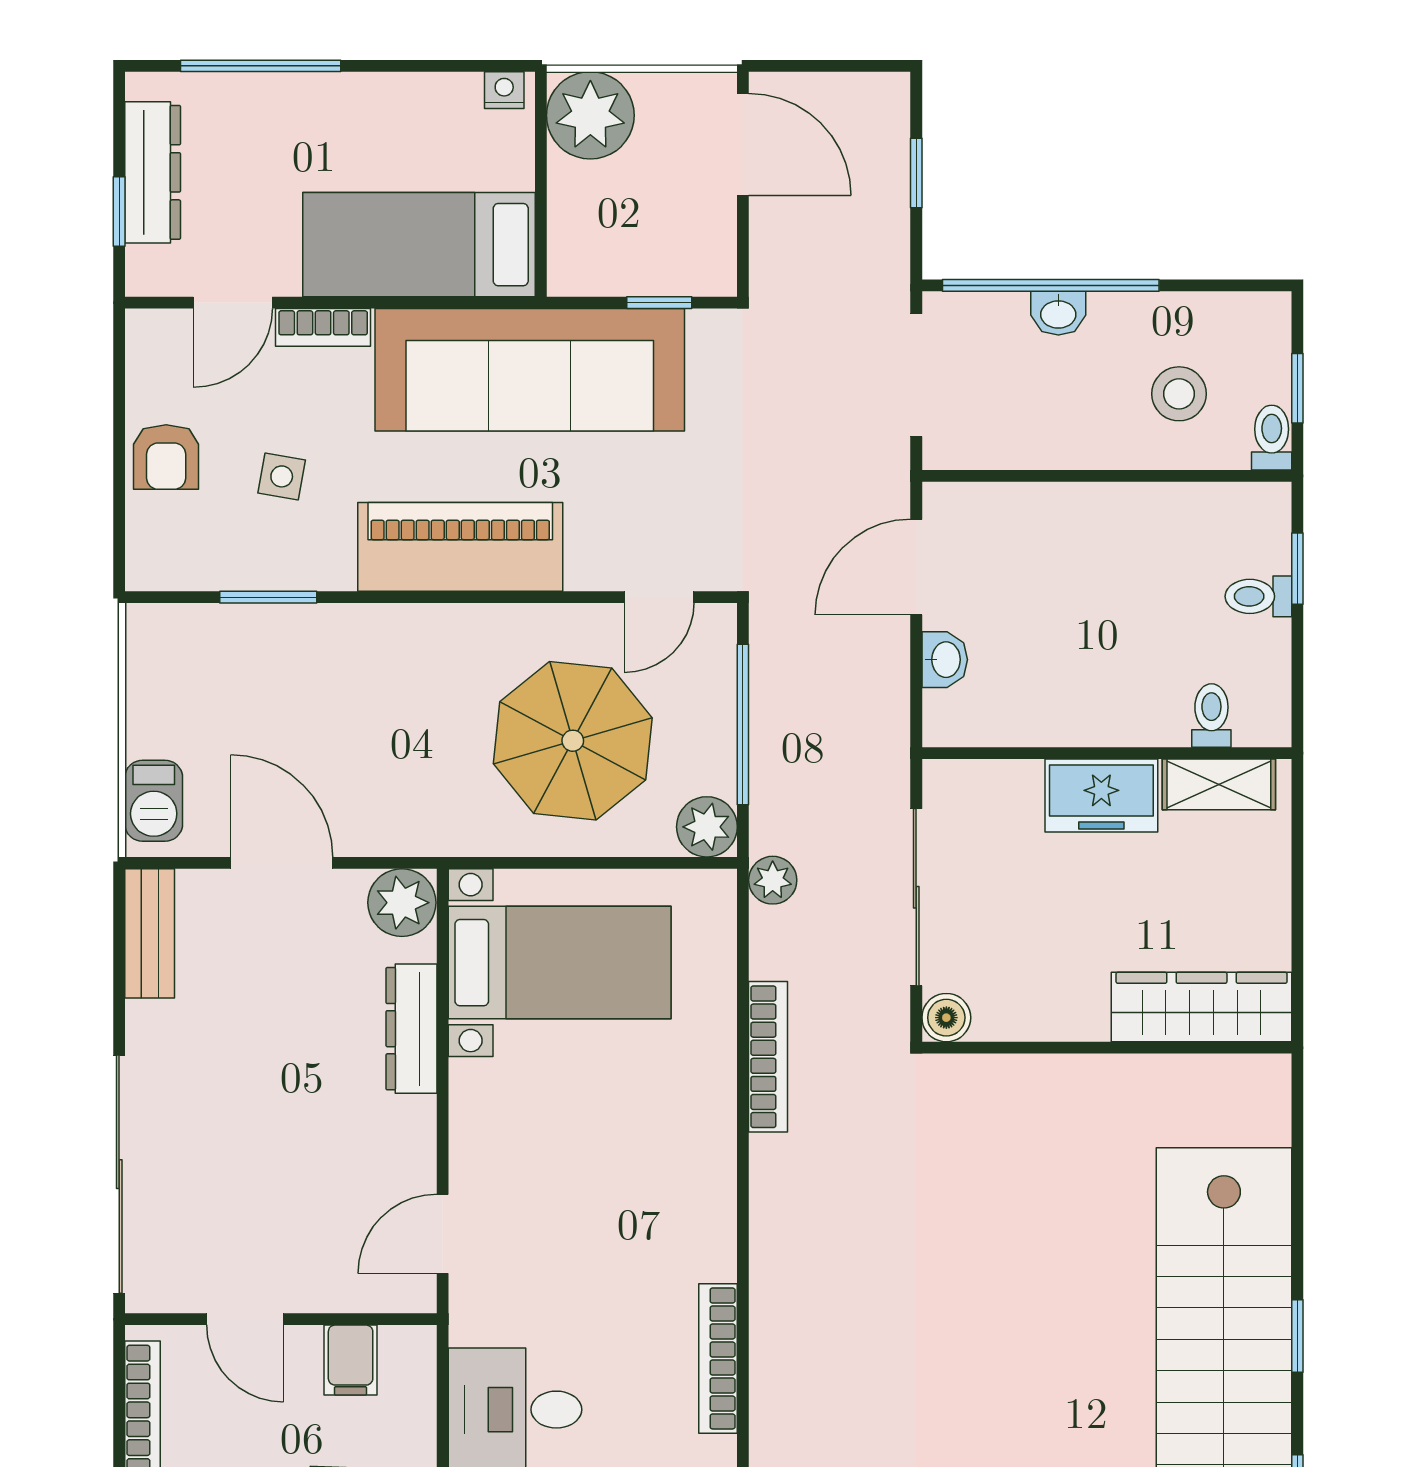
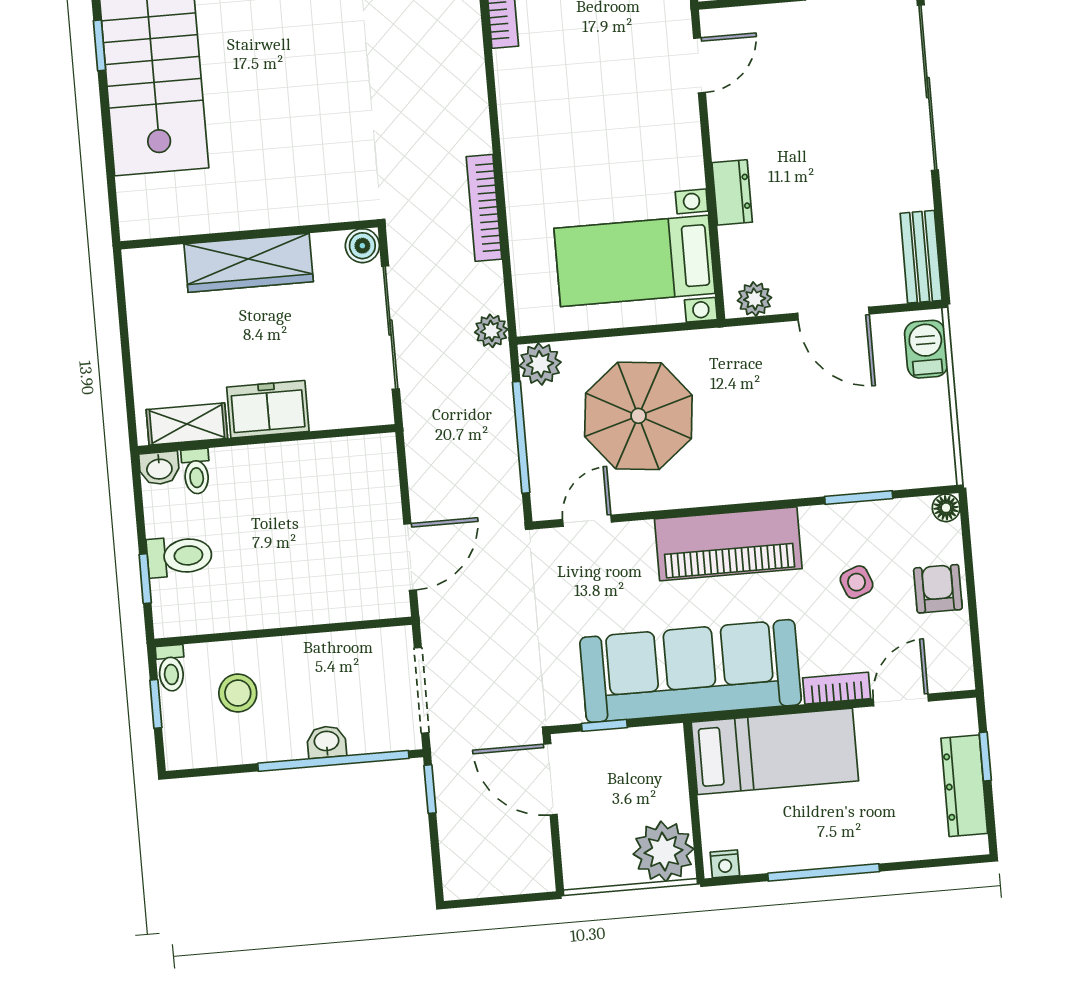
window: (261, 66) -> (824, 872), moved
door: (743, 144) -> (550, 779), moved
window: (916, 173) -> (430, 789), moved
side table: (282, 476) -> (857, 582), turned -31
floor lamp: (145, 572) -> (946, 508), added
toilet: (1258, 596) -> (179, 556), width x1.37, depth x1.39
washbasin: (945, 660) -> (159, 468), moved, turned -90
plant: (402, 903) -> (755, 299), width x0.73, depth x0.73
wardrobe: (1202, 1007) -> (249, 263), moved
dresser: (412, 1029) -> (732, 192), width x0.70

